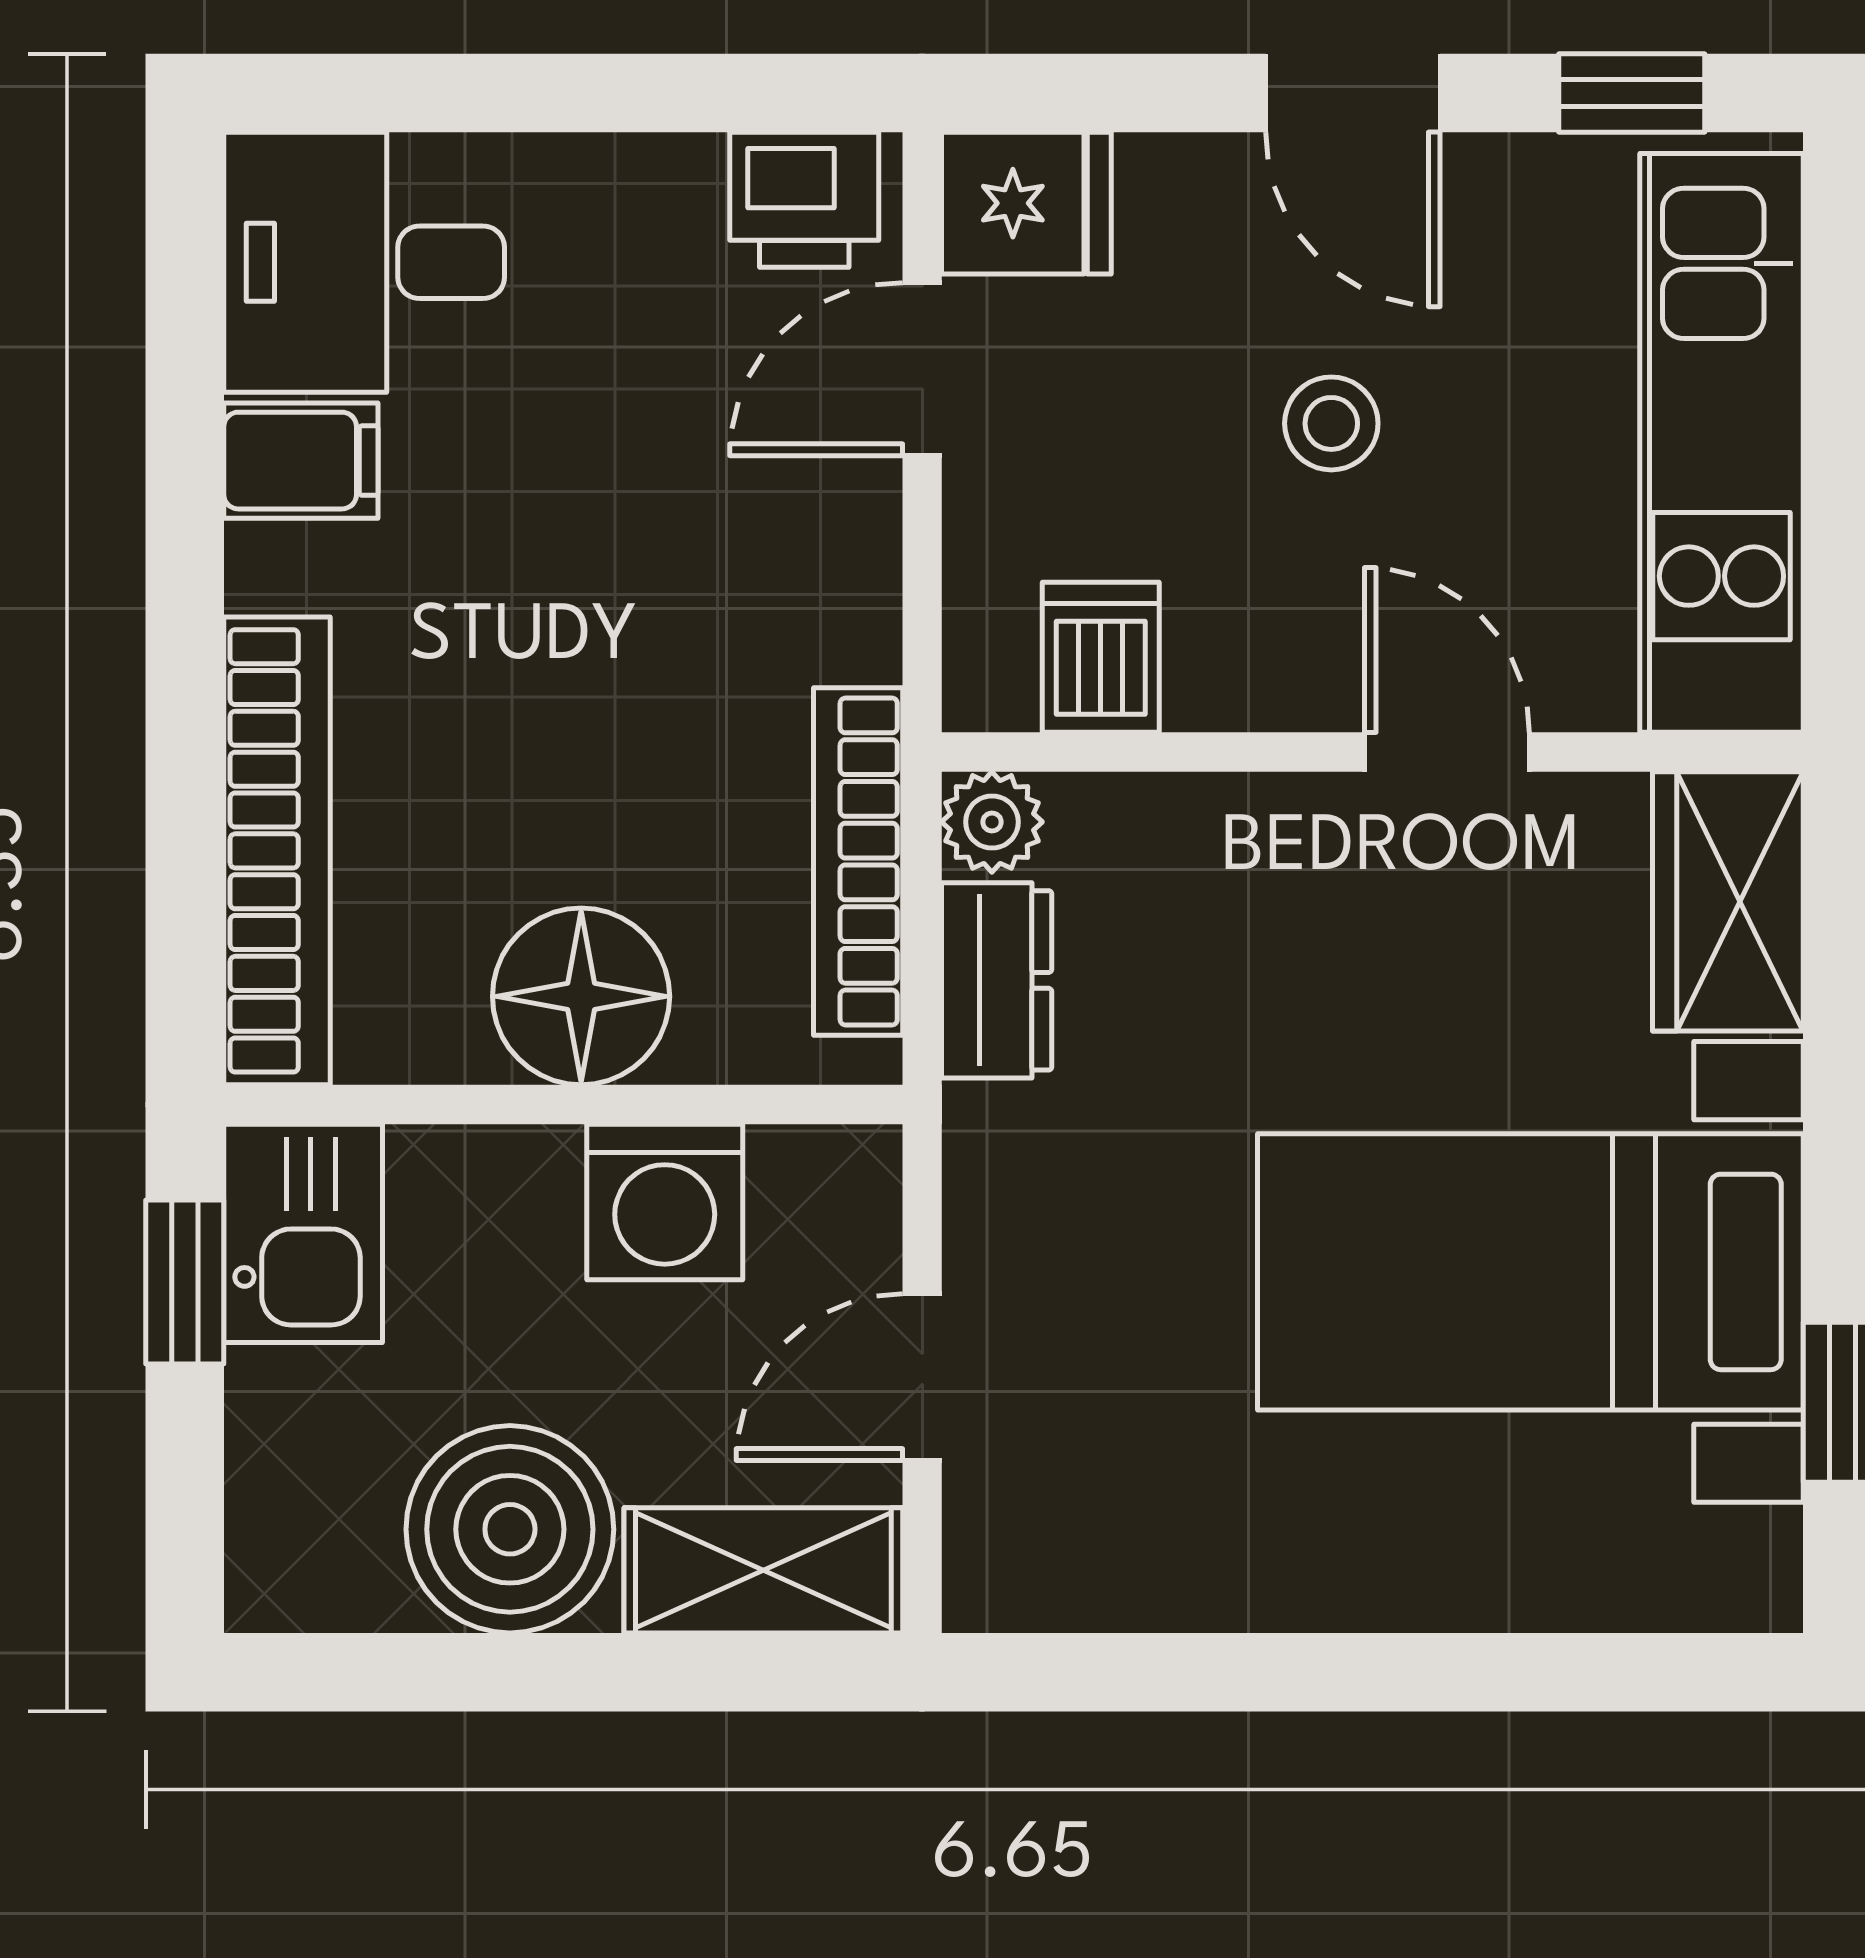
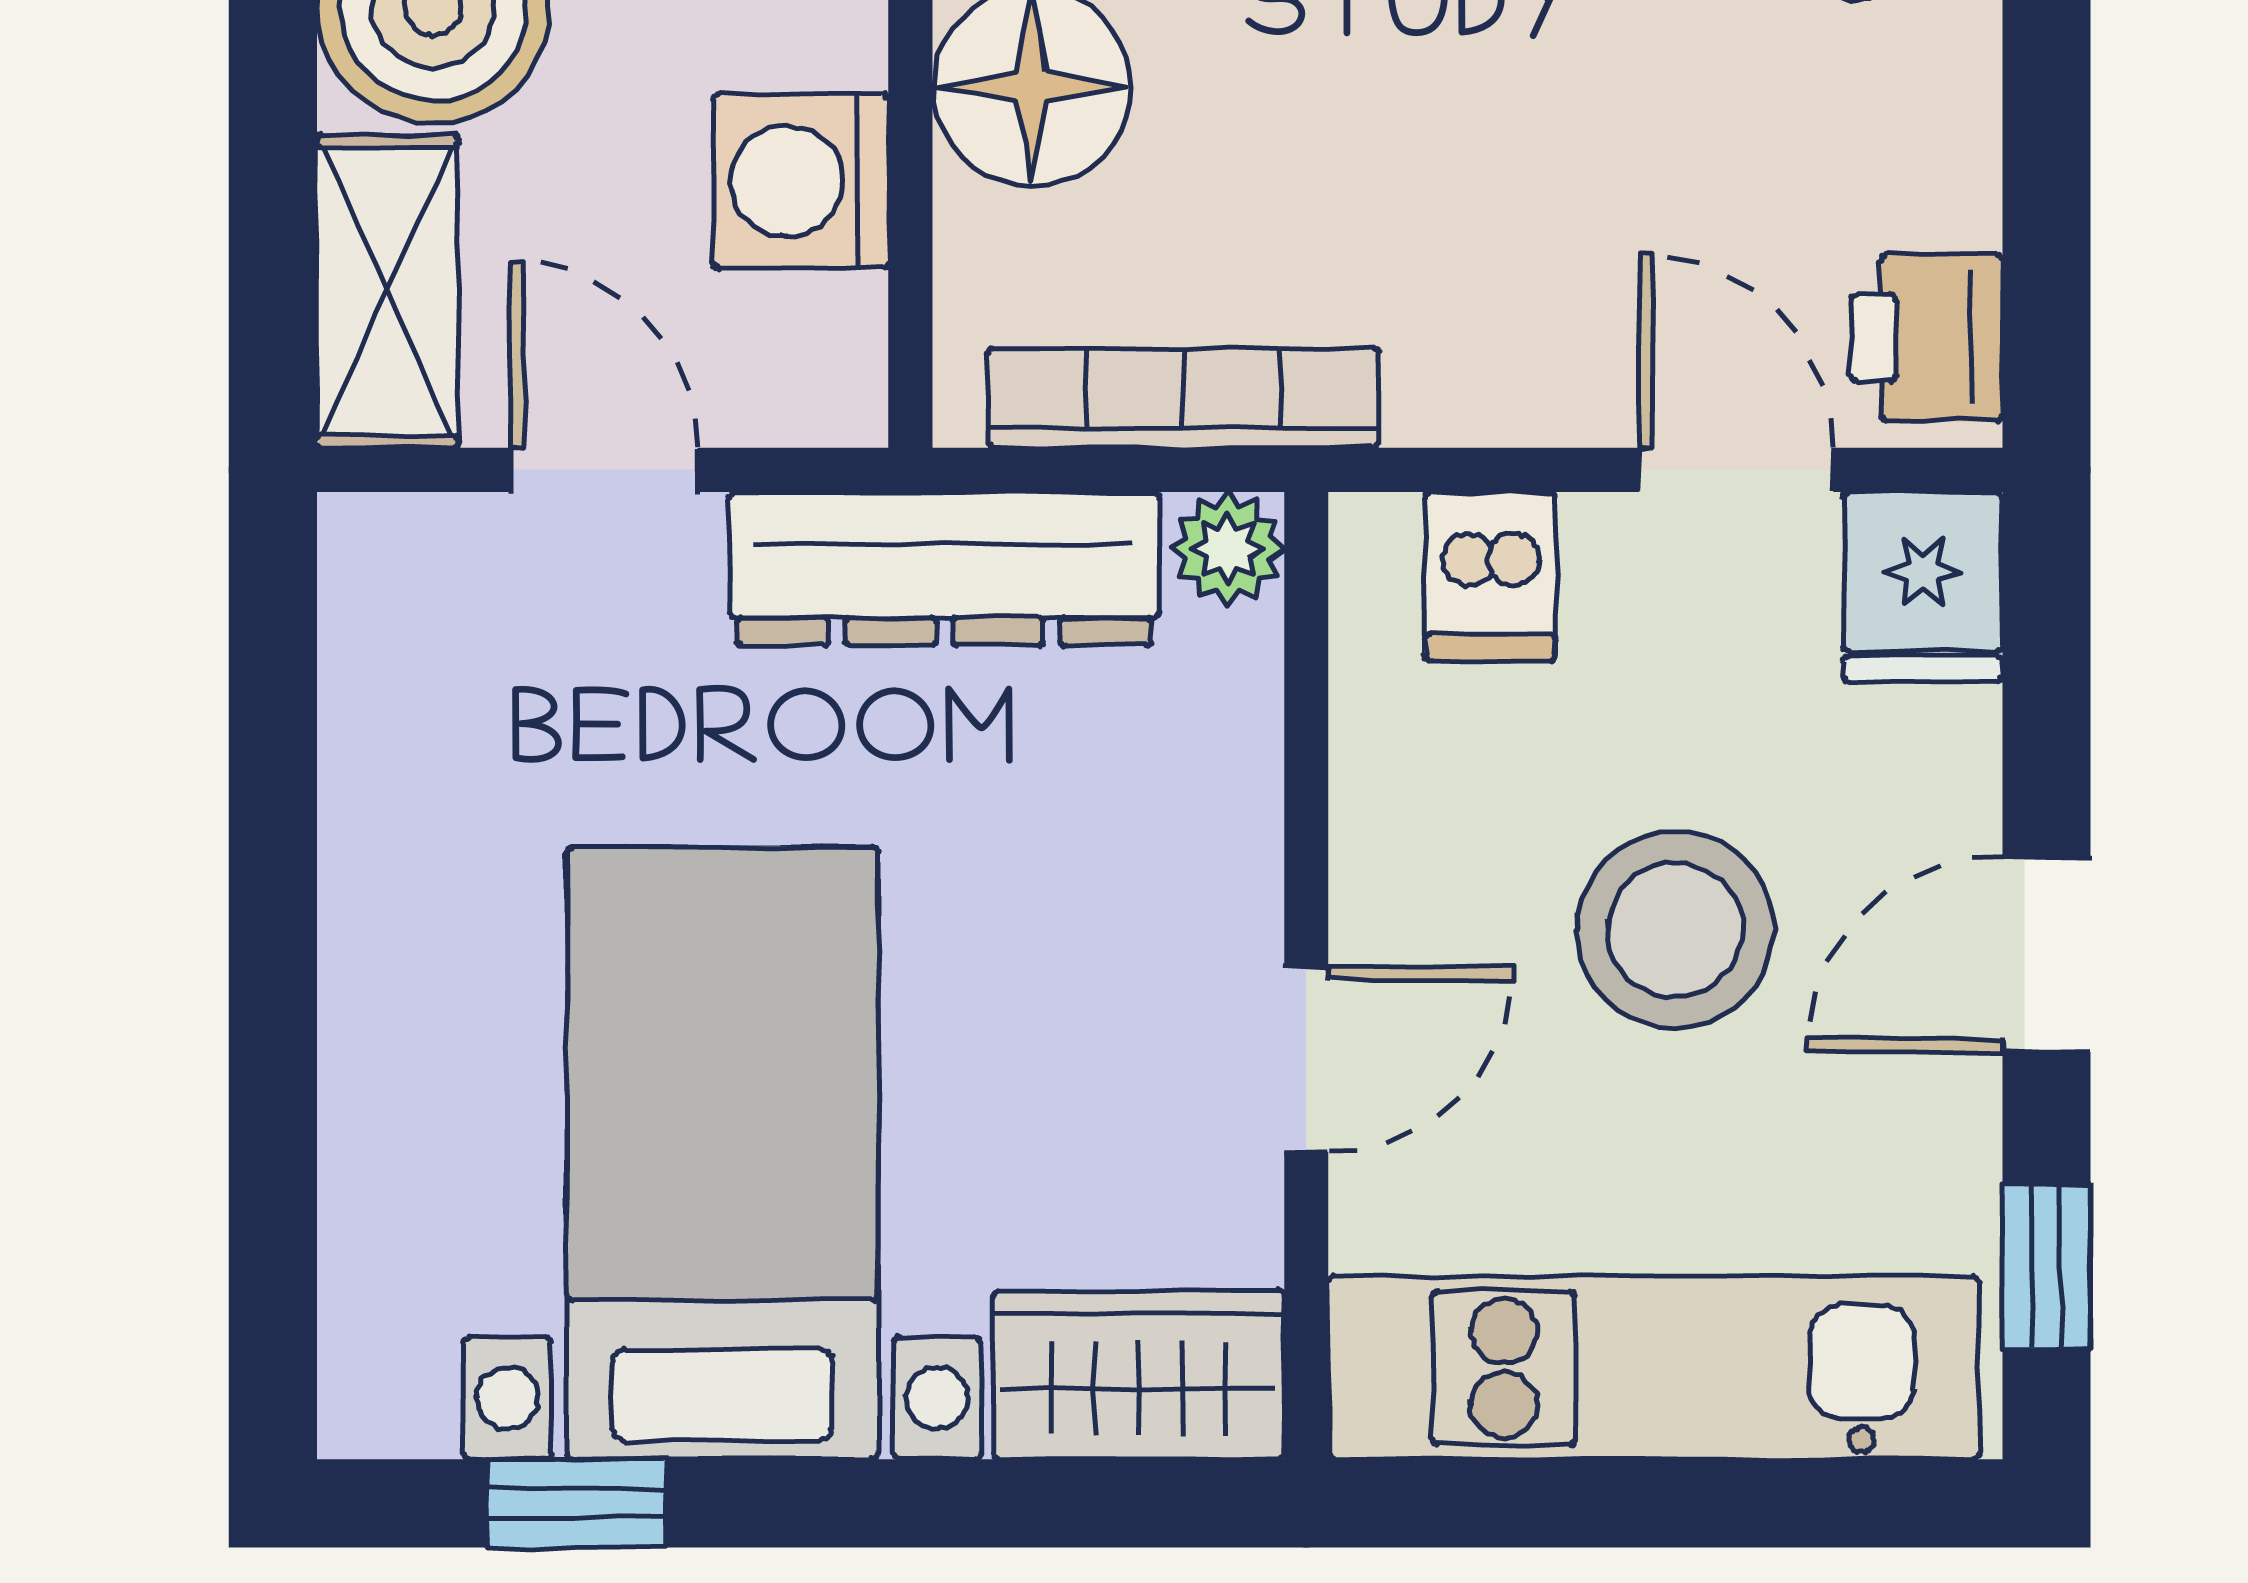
stool: (1331, 423) -> (1675, 930), width x1.89, depth x1.89
dishwasher: (1101, 657) -> (1490, 576), moved, turned 90
dresser: (997, 980) -> (944, 569), width x1.96, depth x1.24

